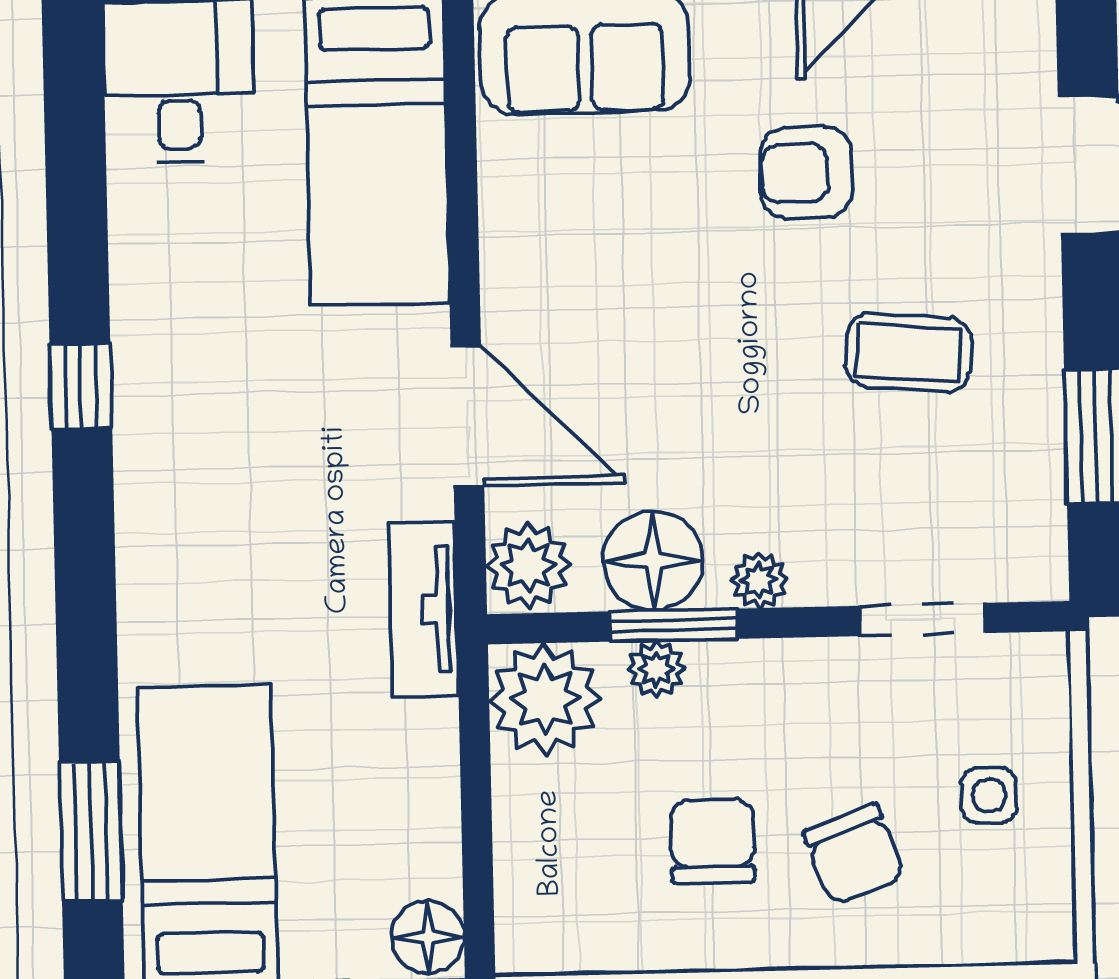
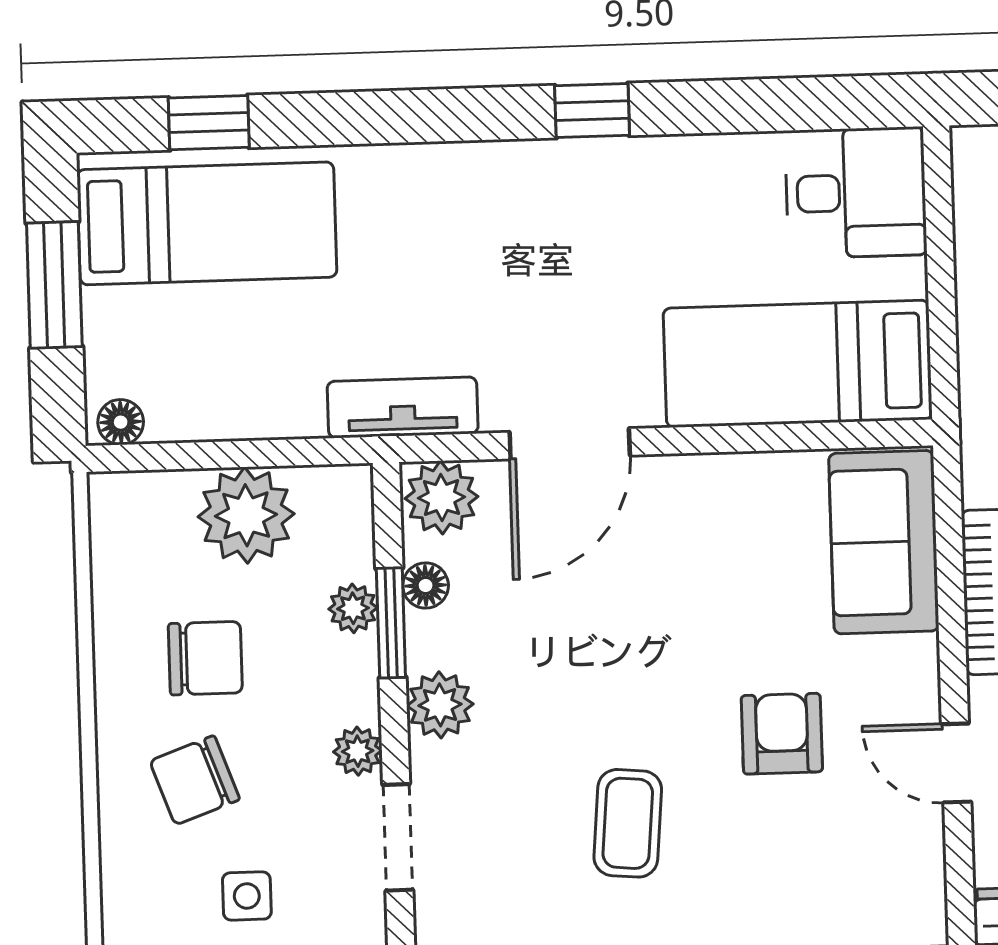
floor lamp: (653, 561) -> (426, 585), width x0.53, depth x0.53
plant: (759, 580) -> (440, 705), width x1.38, depth x1.38
plant: (822, 665) -> (358, 751), added
plant: (545, 699) -> (246, 515), moved
window: (91, 832) -> (209, 123), width x0.67
floor lamp: (428, 937) -> (121, 422), width x0.73, depth x0.73

